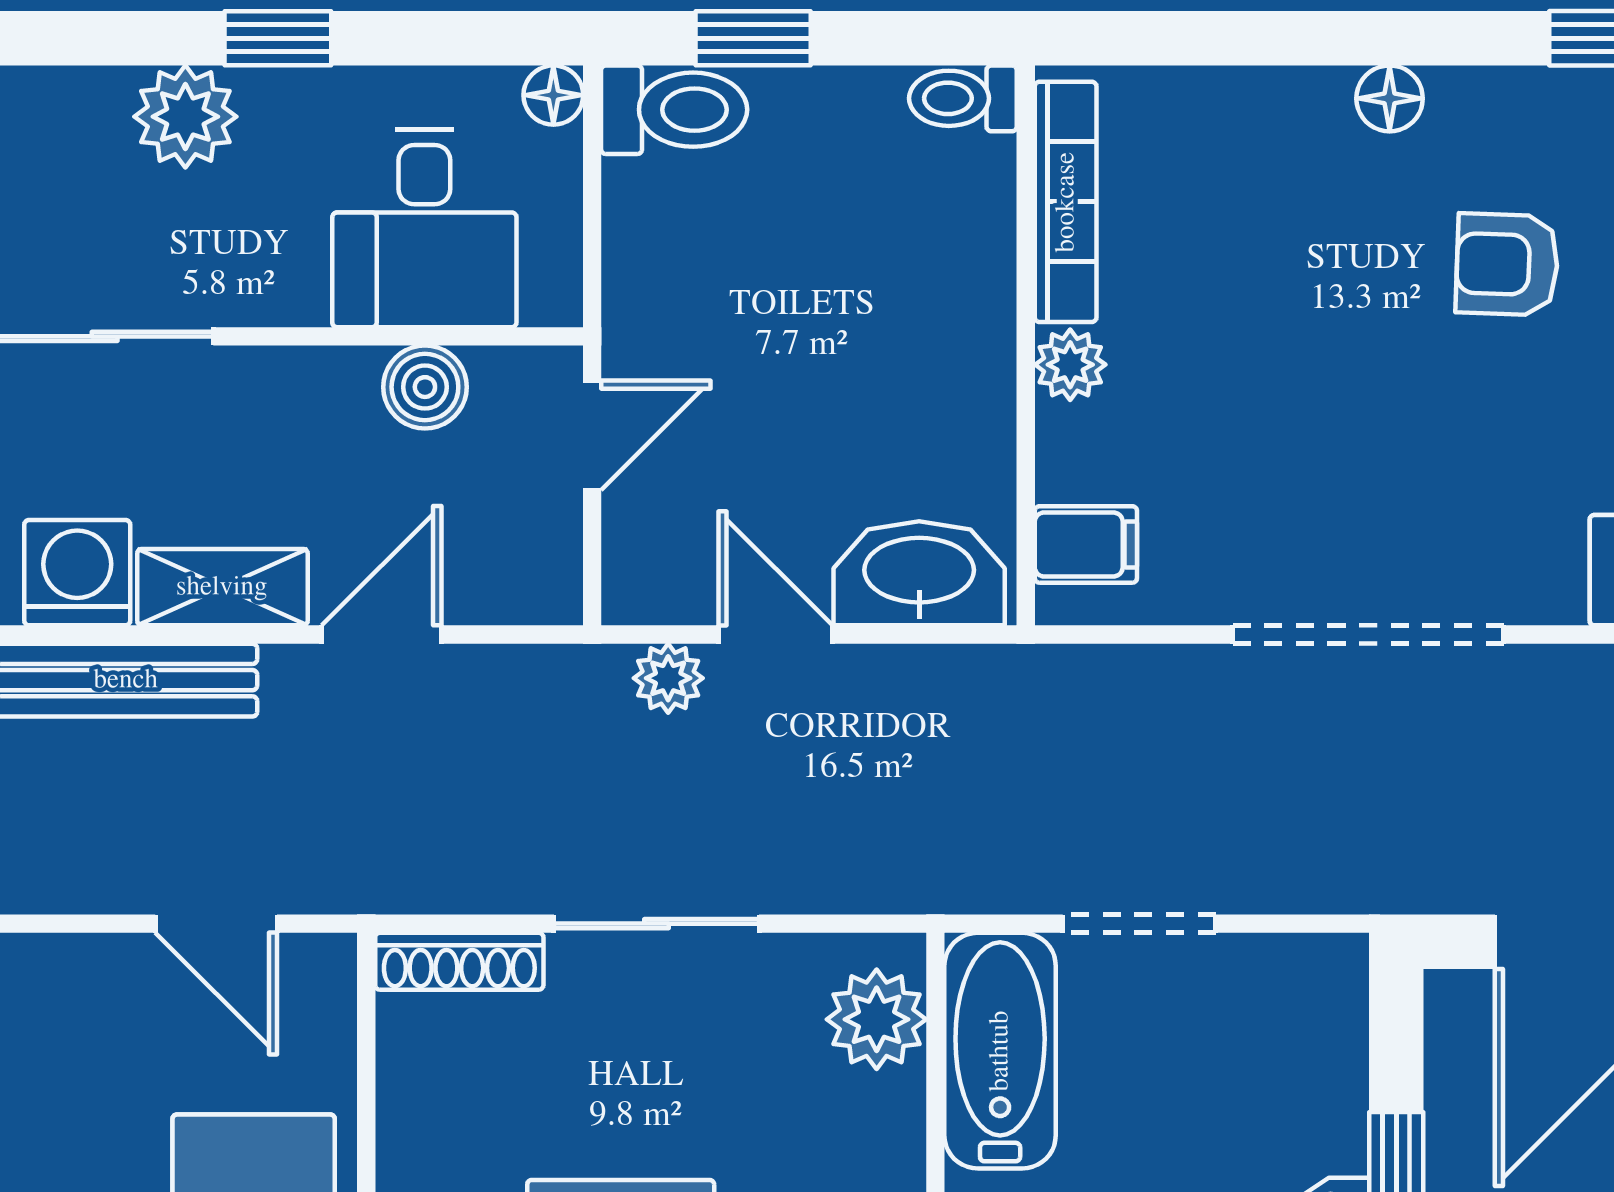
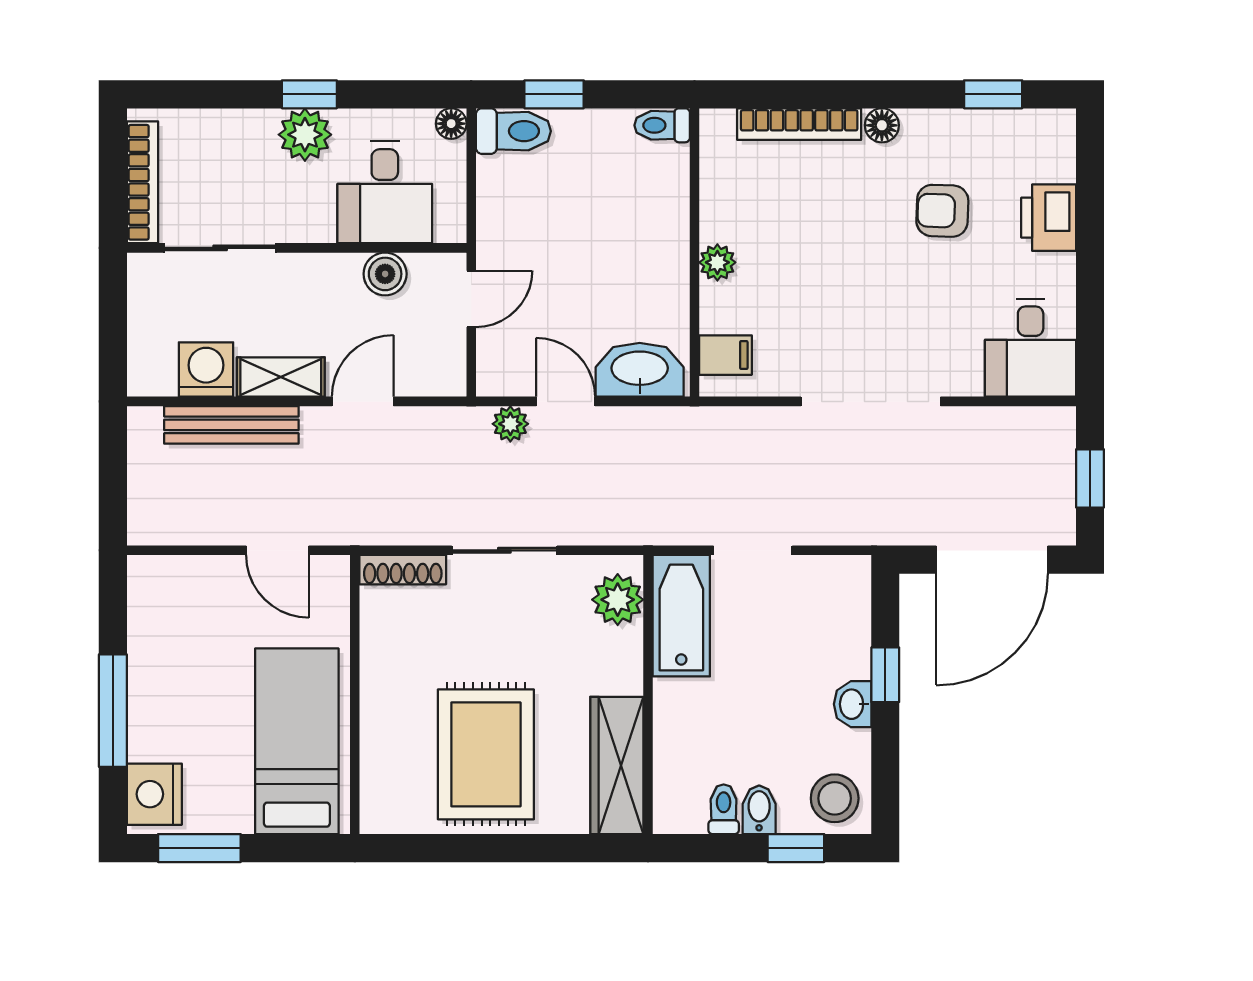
plant: (185, 117) -> (305, 135), moved
bookcase: (1066, 202) -> (799, 124), moved, turned 90

